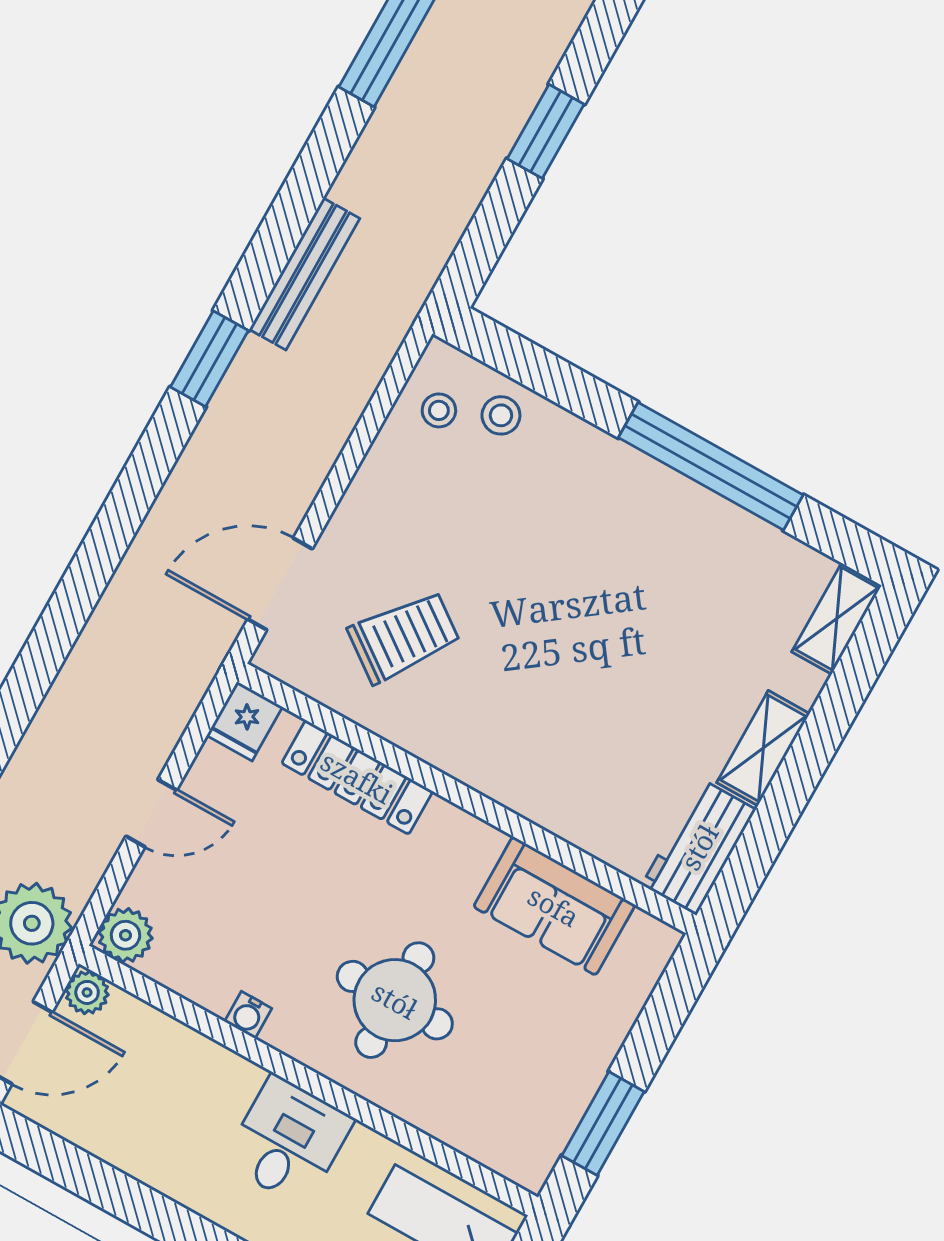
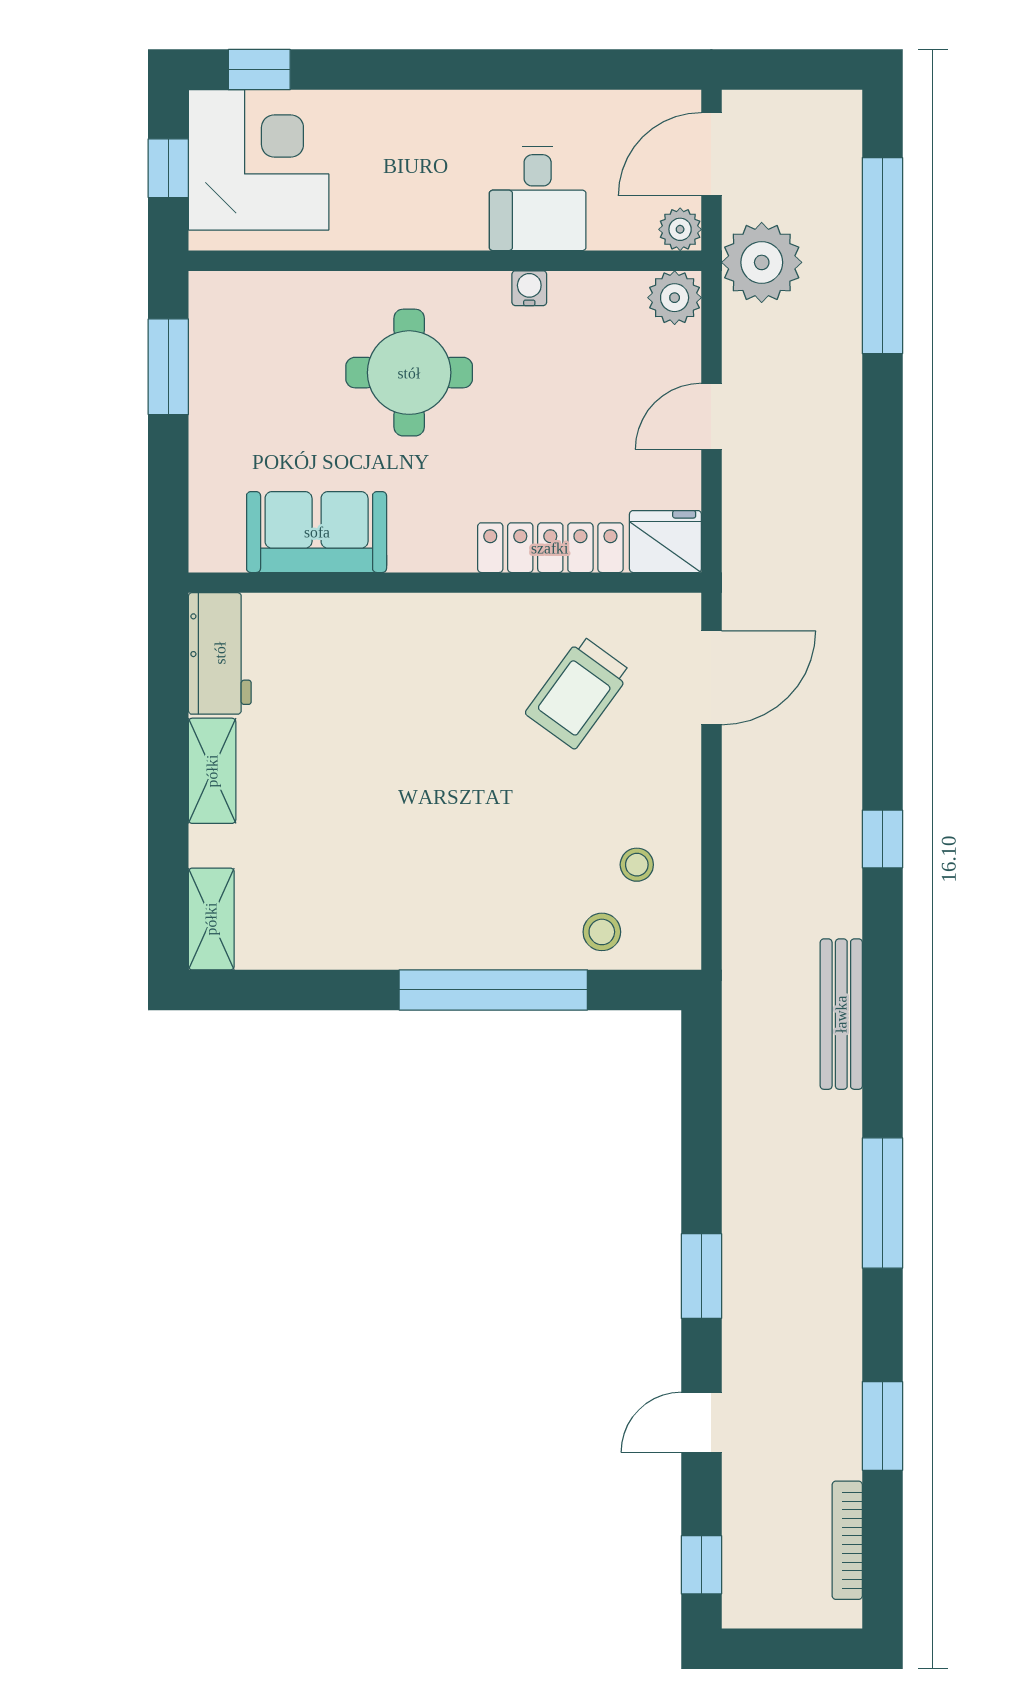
window: (546, 131) -> (701, 1276), moved
bench: (304, 274) -> (841, 1014), moved
window: (209, 359) -> (882, 839), width x0.67
stool: (439, 410) -> (637, 865), moved
window: (711, 466) -> (493, 990), moved
fridge: (245, 721) -> (665, 542), width x1.38
desk: (288, 1141) -> (538, 199), moved

